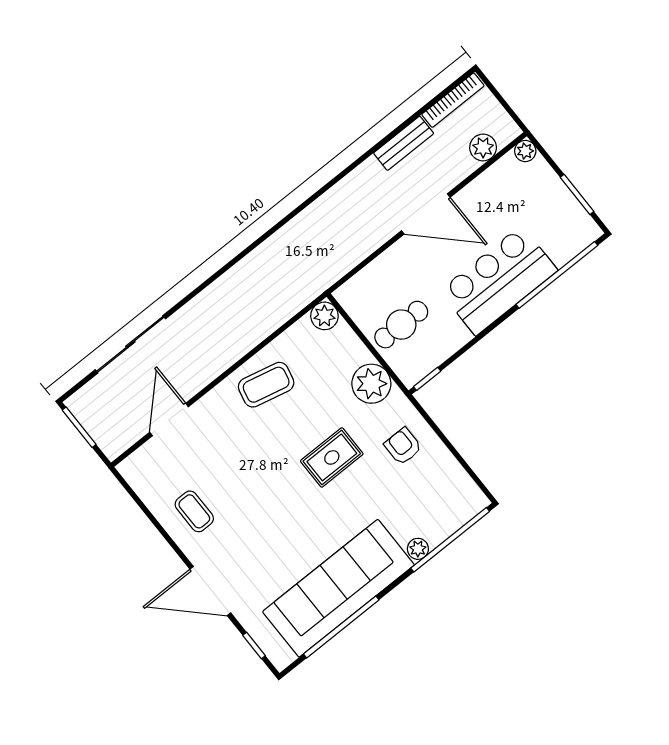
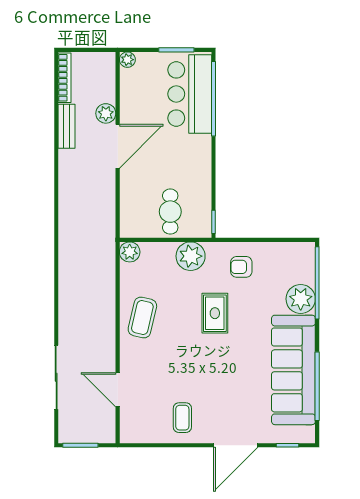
plant: (483, 148) -> (106, 113), moved
bar counter: (499, 280) -> (190, 94), moved
coffee table: (194, 511) -> (182, 418), turned 90
plant: (418, 549) -> (301, 299), width x1.88, depth x1.88

